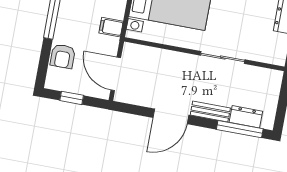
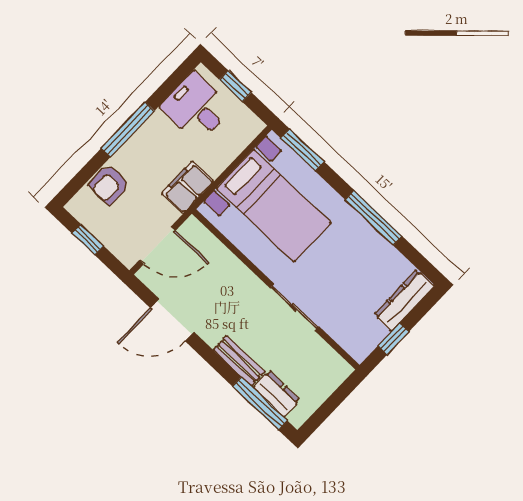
filing cabinet: (111, 27) -> (188, 187), width x2.00
door: (116, 74) -> (157, 245), swing flipped
door: (171, 116) -> (172, 320), moved

